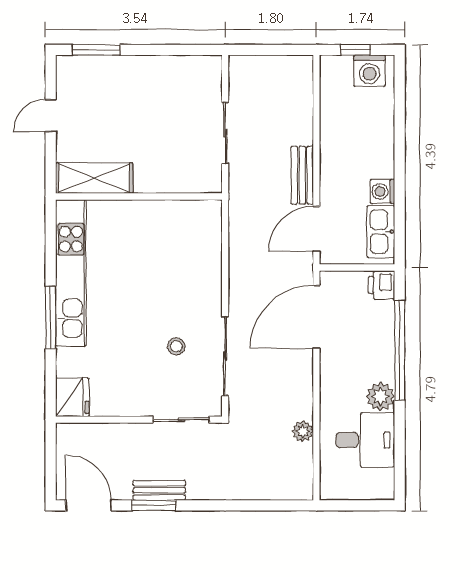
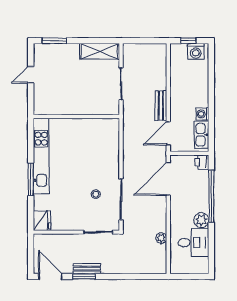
shelving: (94, 178) -> (99, 51), moved

